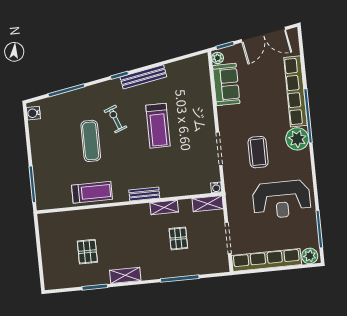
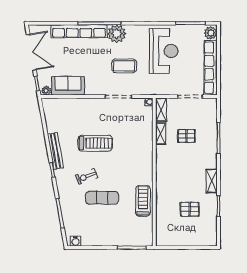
bench: (144, 194) -> (148, 159), removed
shelving: (164, 207) -> (161, 134), moved

